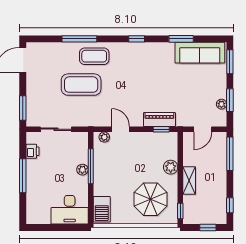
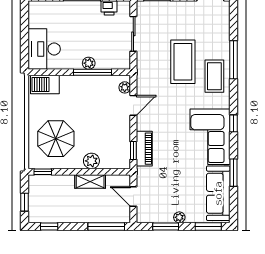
corner sofa: (149, 60) -> (210, 137), added
plant: (221, 104) -> (179, 217), moved
shelving: (189, 181) -> (90, 182), moved

